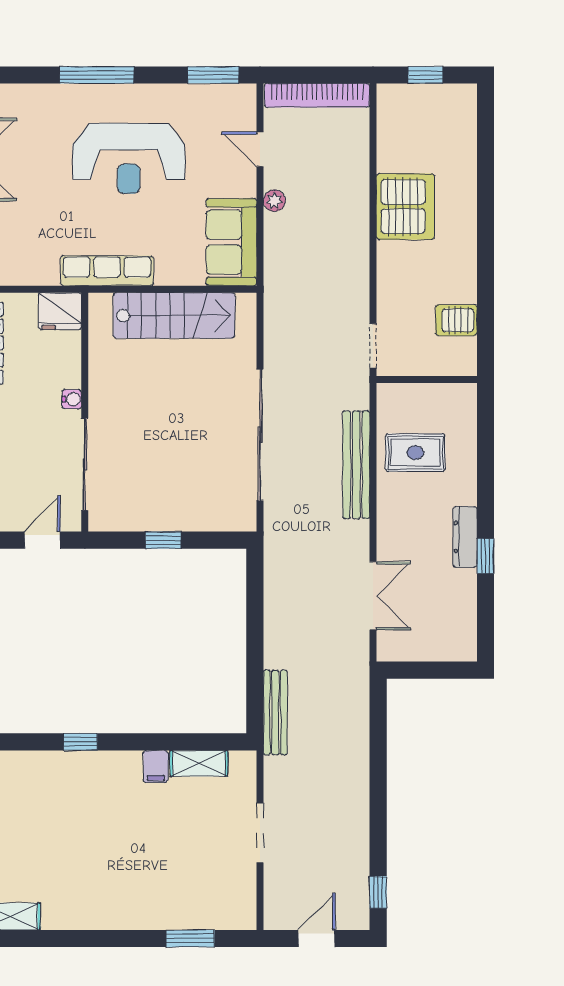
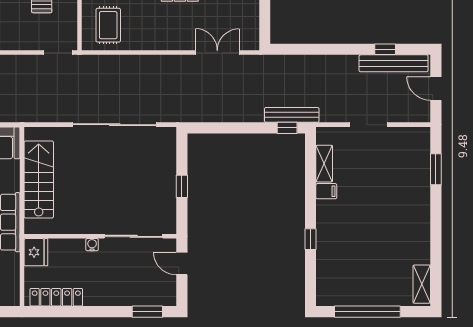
rug: (415, 453) -> (108, 25), moved
bench: (356, 465) -> (394, 63), moved
window: (255, 705) -> (287, 128), added
window: (378, 892) -> (385, 49), moved

